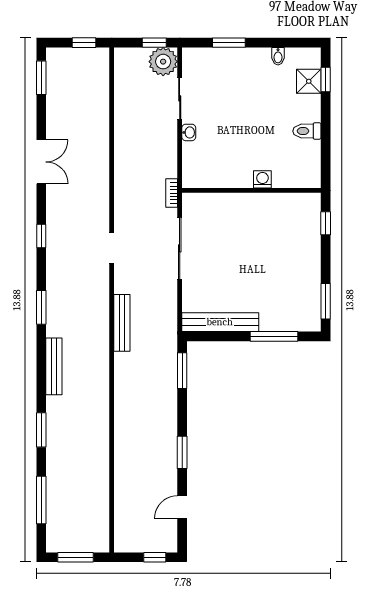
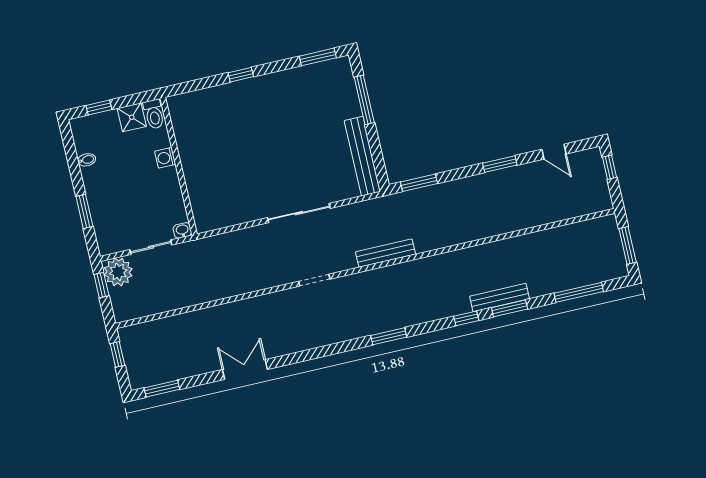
shower: (309, 81) -> (132, 117), moved
washing machine: (262, 179) -> (165, 158), moved
wall: (251, 190) -> (179, 166), moved
bookcase: (172, 193) -> (246, 234), removed
window: (41, 236) -> (466, 318), moved
bench: (54, 366) -> (499, 297), moved

